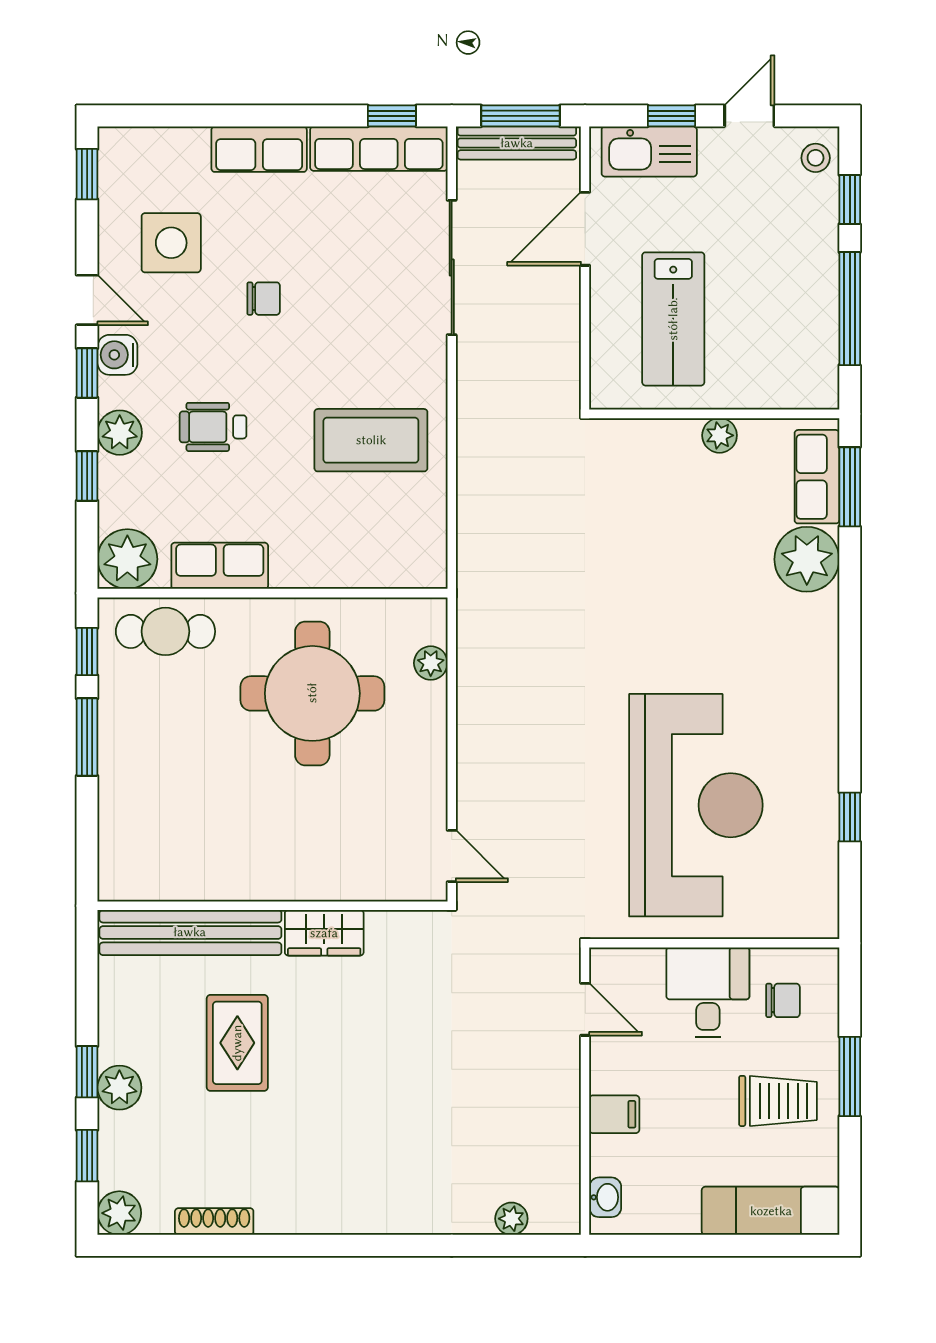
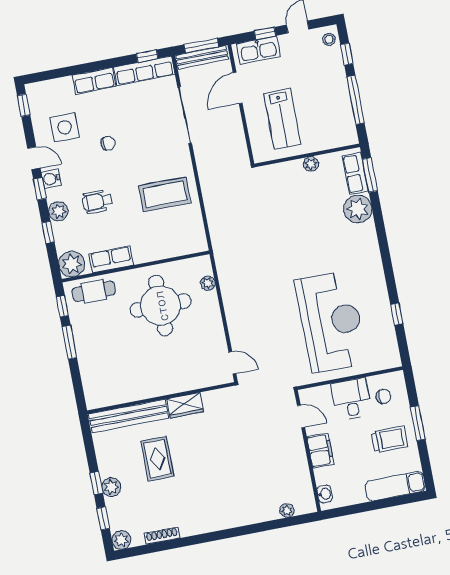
filing cabinet: (614, 1114) -> (320, 450), width x2.00

